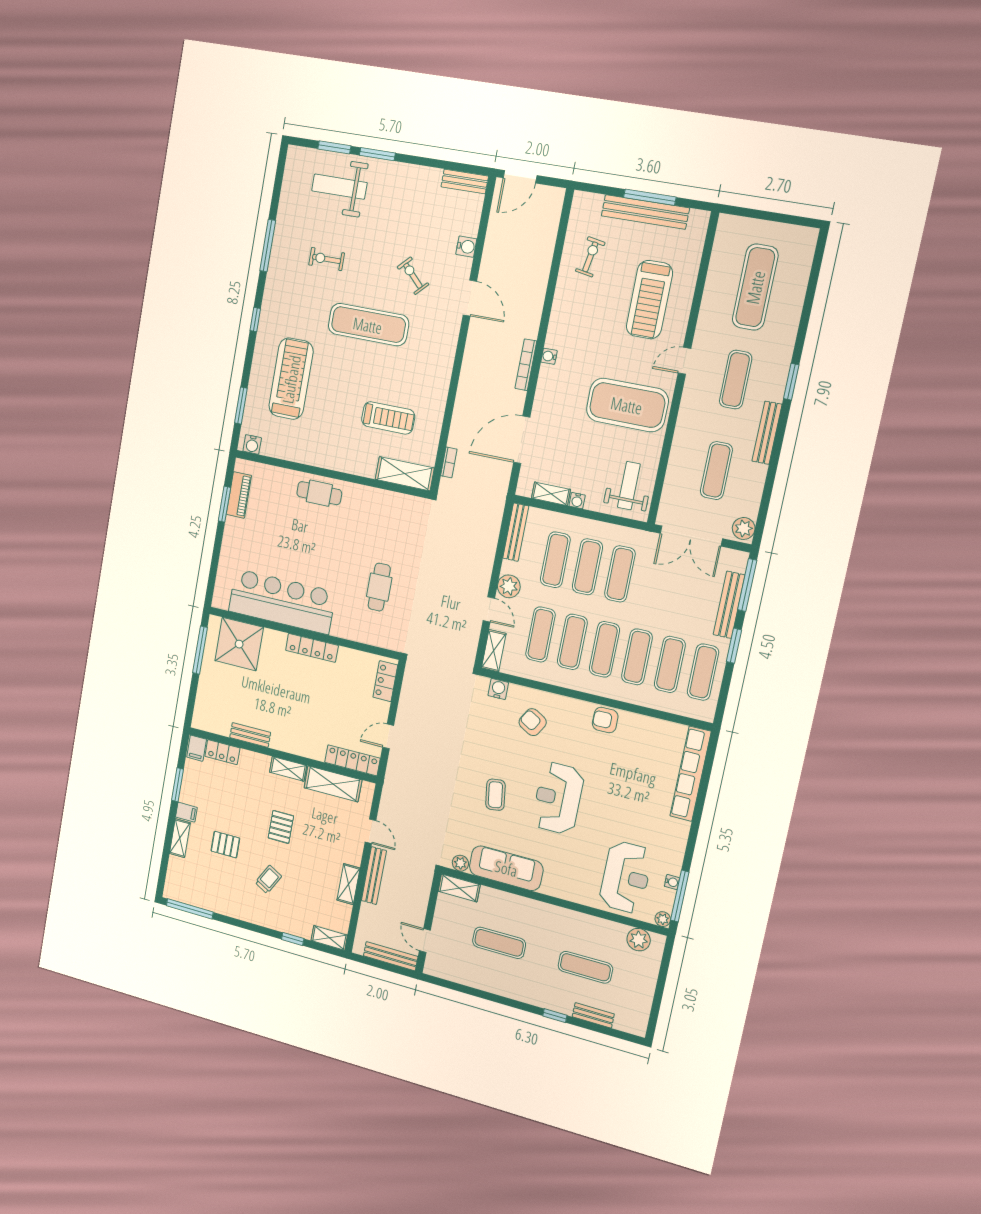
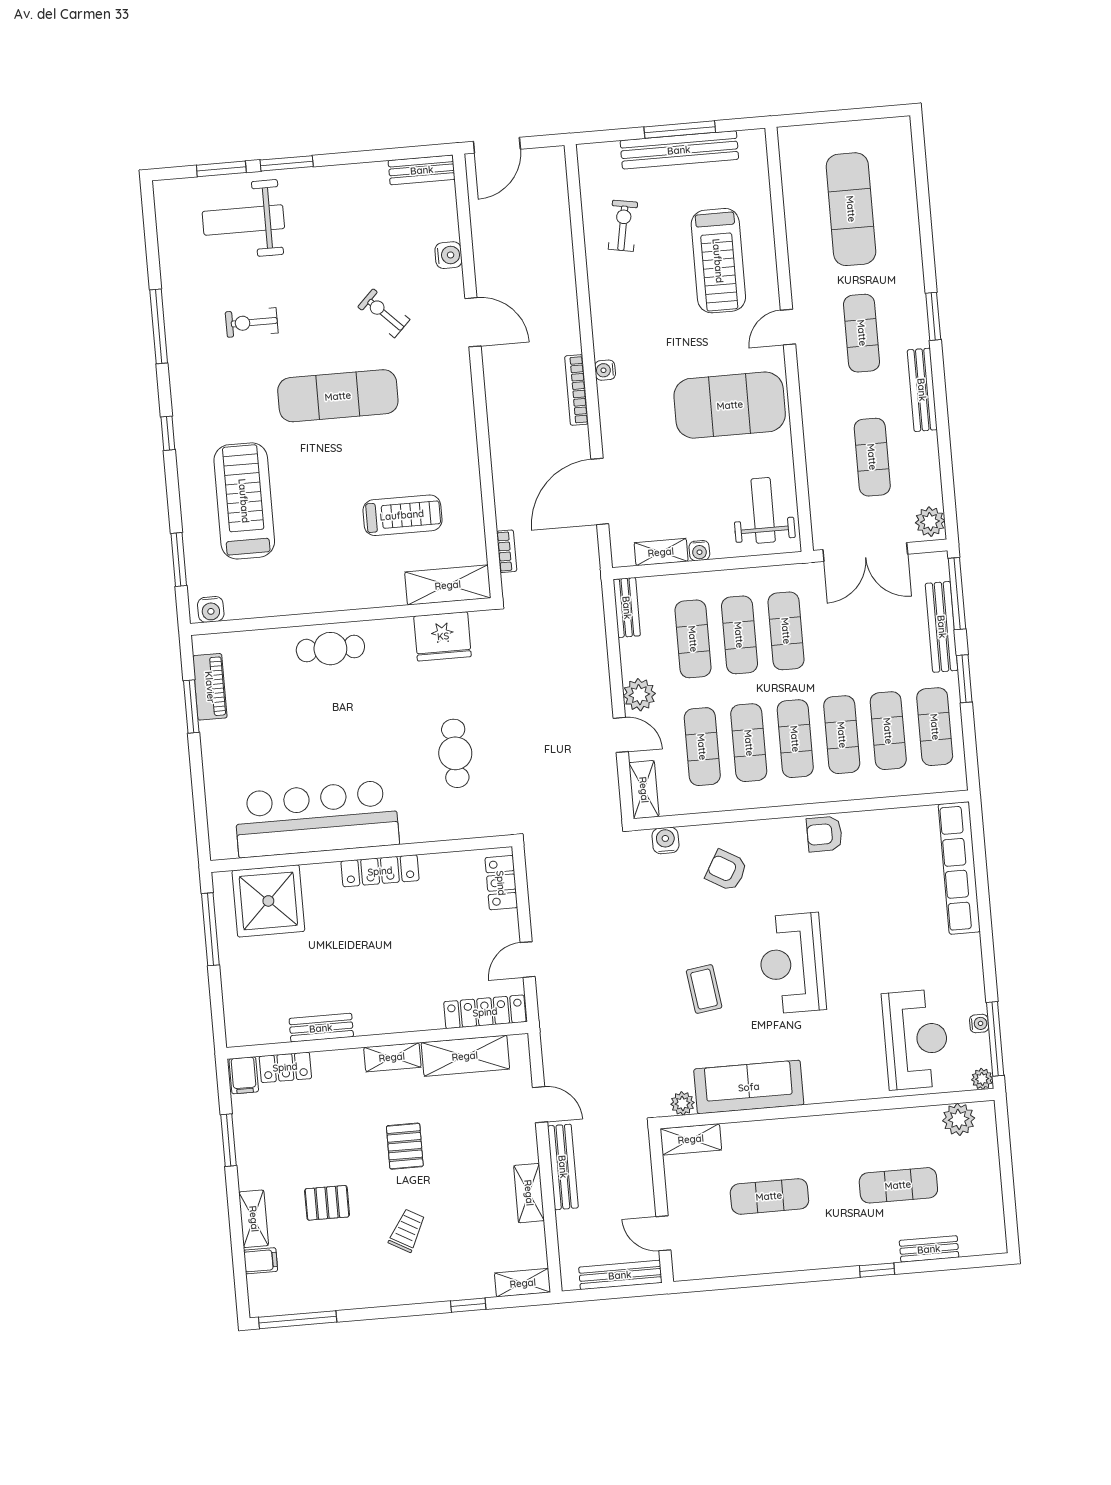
fridge: (392, 507) -> (443, 636), added
bench: (516, 532) -> (627, 608), width x0.73
filing cabinet: (186, 812) -> (261, 1261), moved

